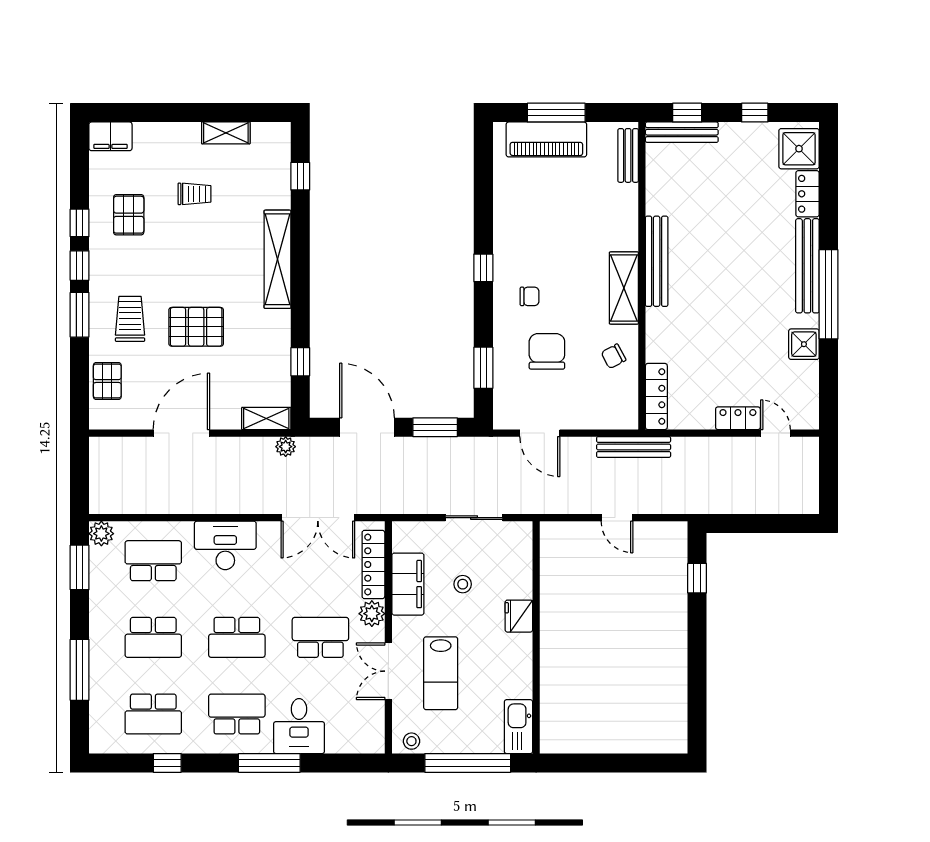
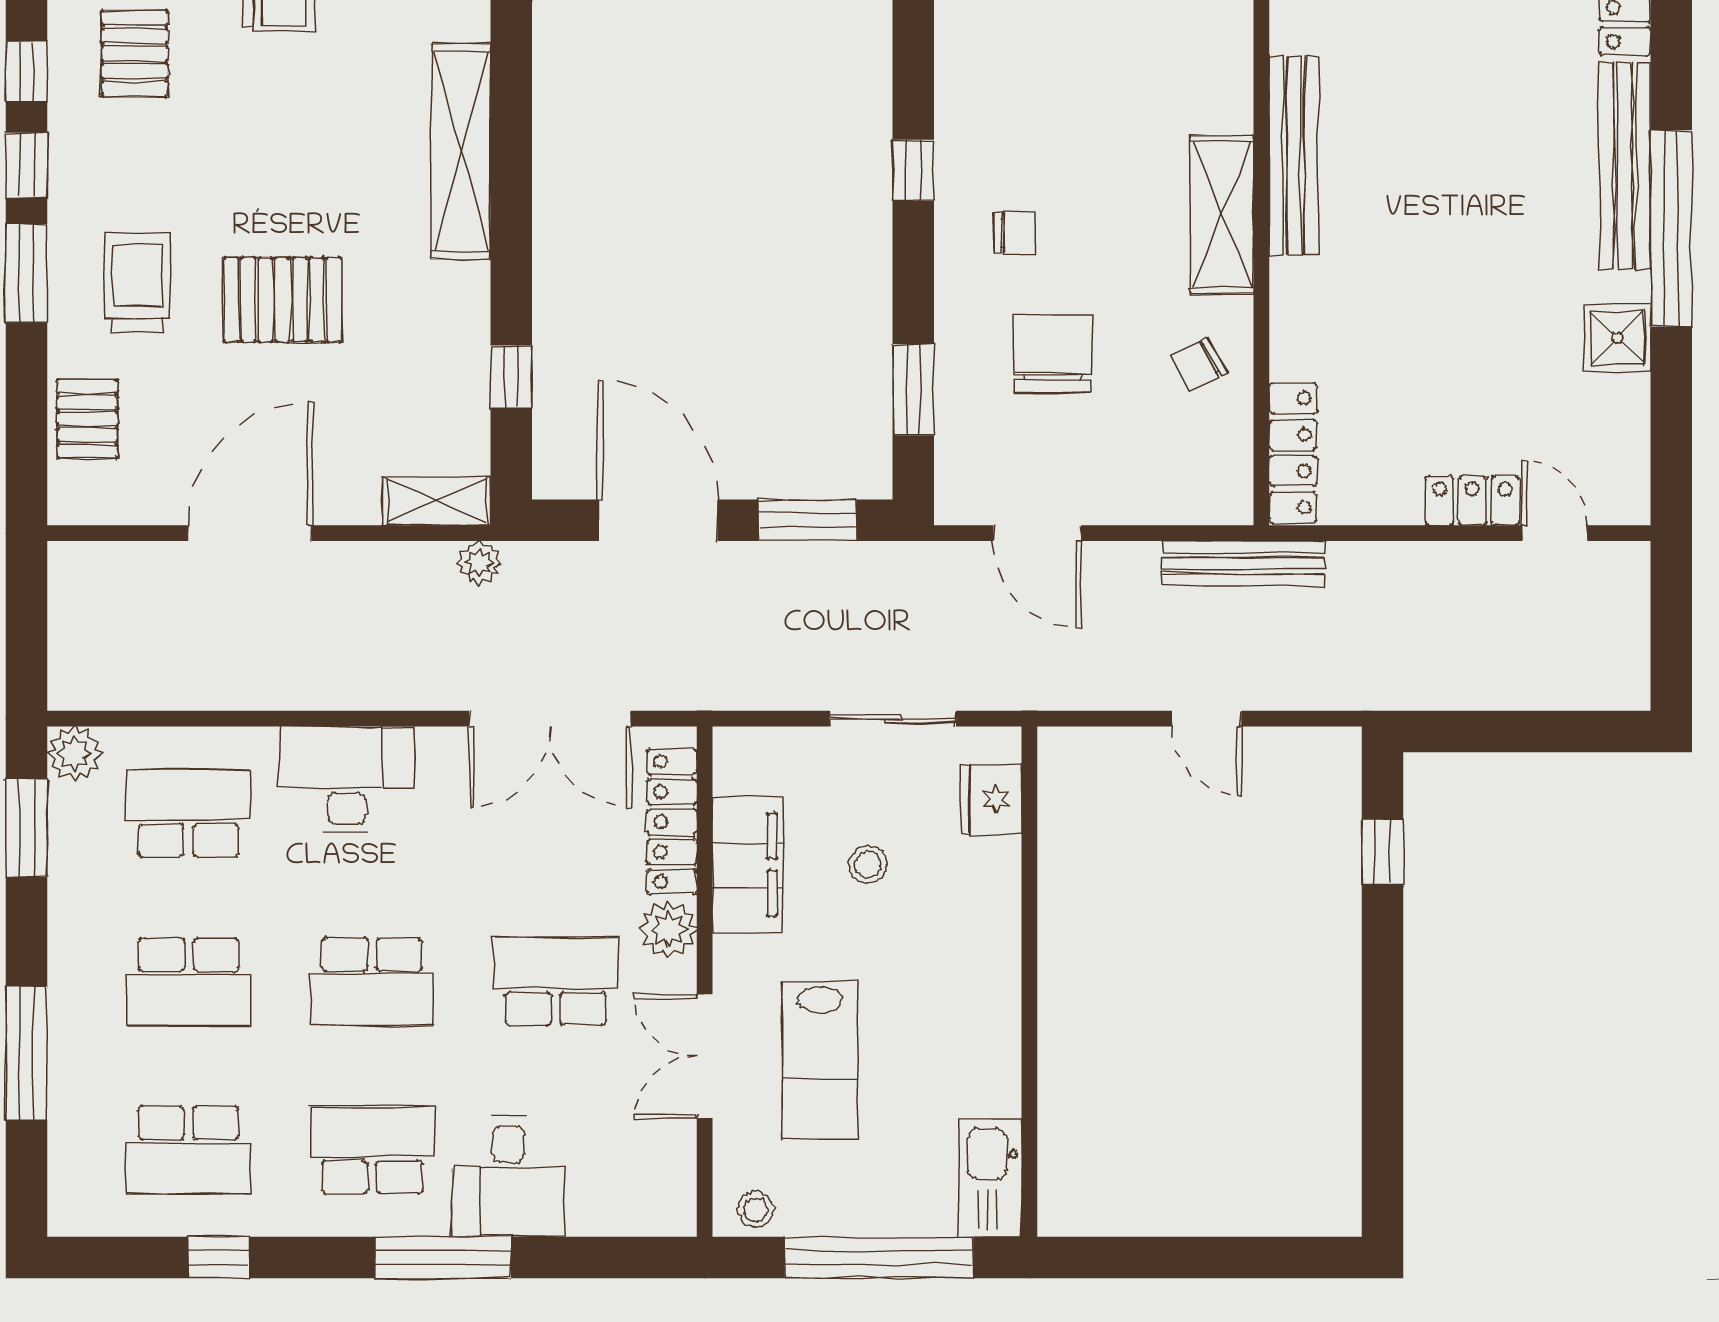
fridge: (519, 616) -> (991, 799), moved

